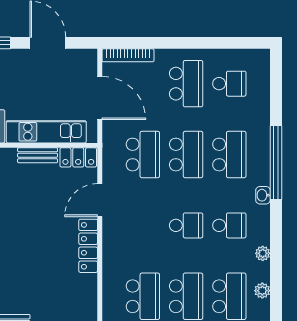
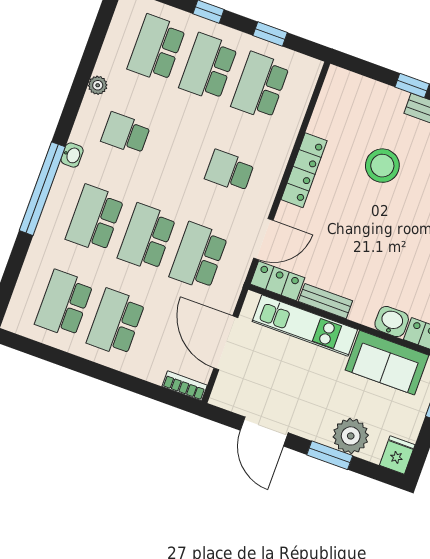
bookcase: (128, 55) -> (185, 386), width x0.64
school desk: (229, 84) -> (64, 304), width x1.85
door: (100, 200) -> (263, 239), moved
school desk: (186, 225) -> (229, 171), moved
stool: (32, 270) -> (382, 166), added
plant: (262, 291) -> (114, 41), removed

